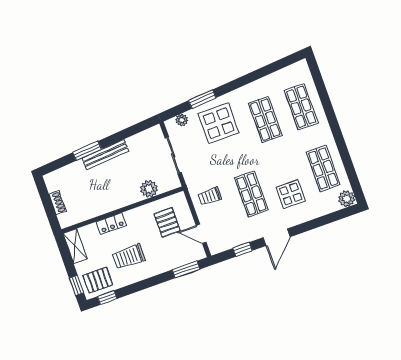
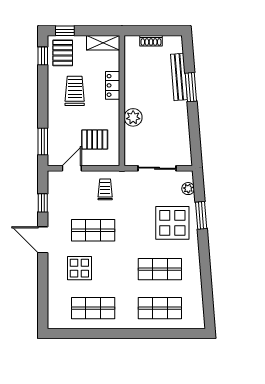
bench: (105, 155) -> (179, 77), moved
plant: (149, 189) -> (133, 117), moved
plant: (347, 199) -> (56, 320), removed

